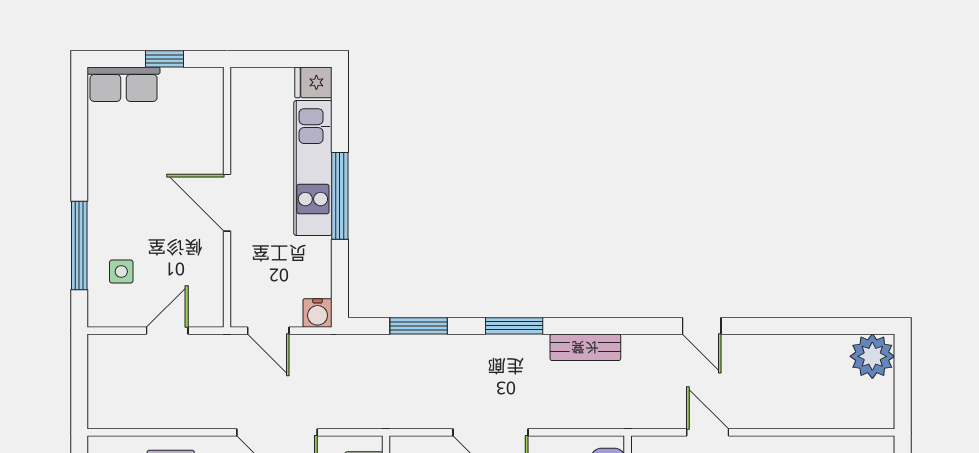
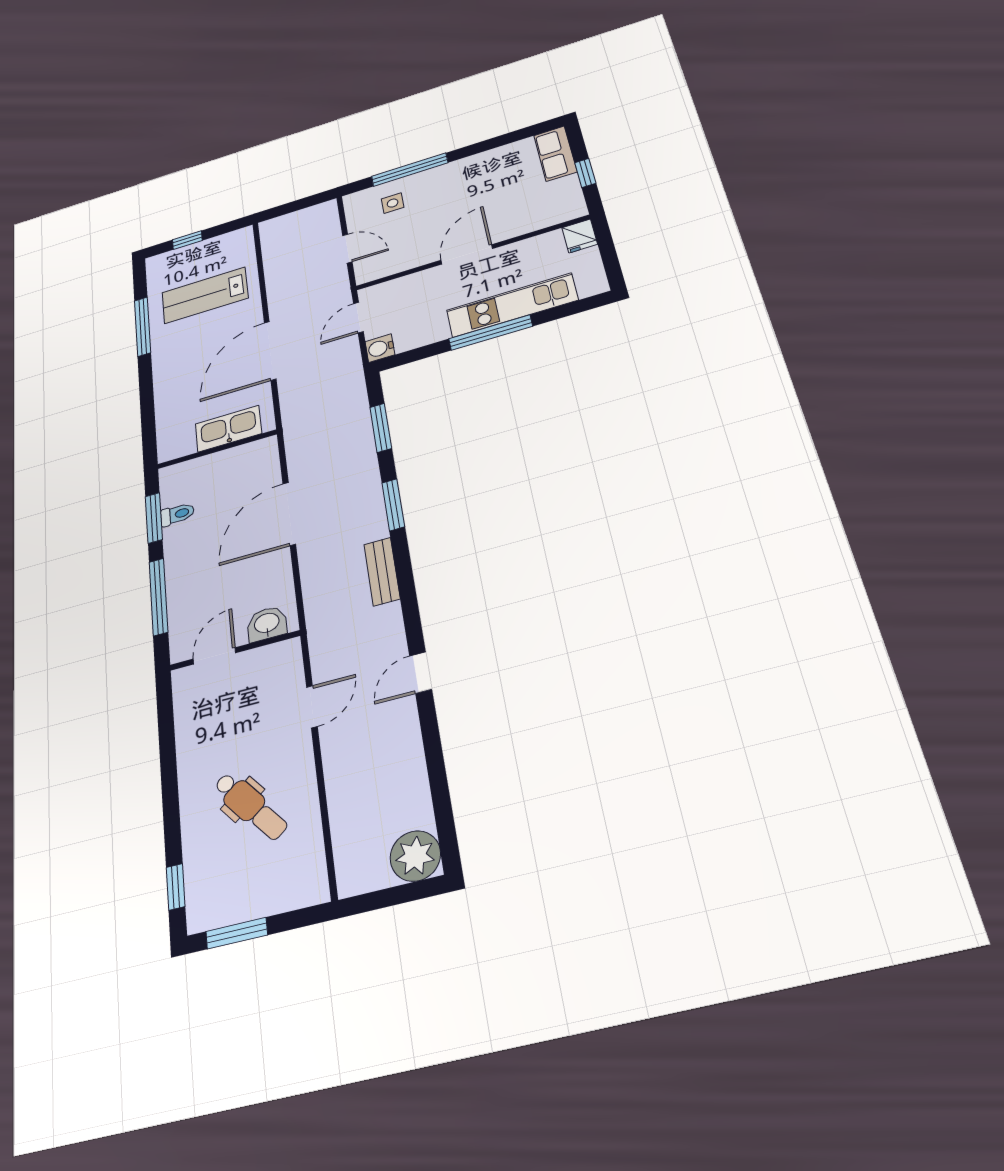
fridge: (313, 82) -> (580, 236), moved, turned 180

